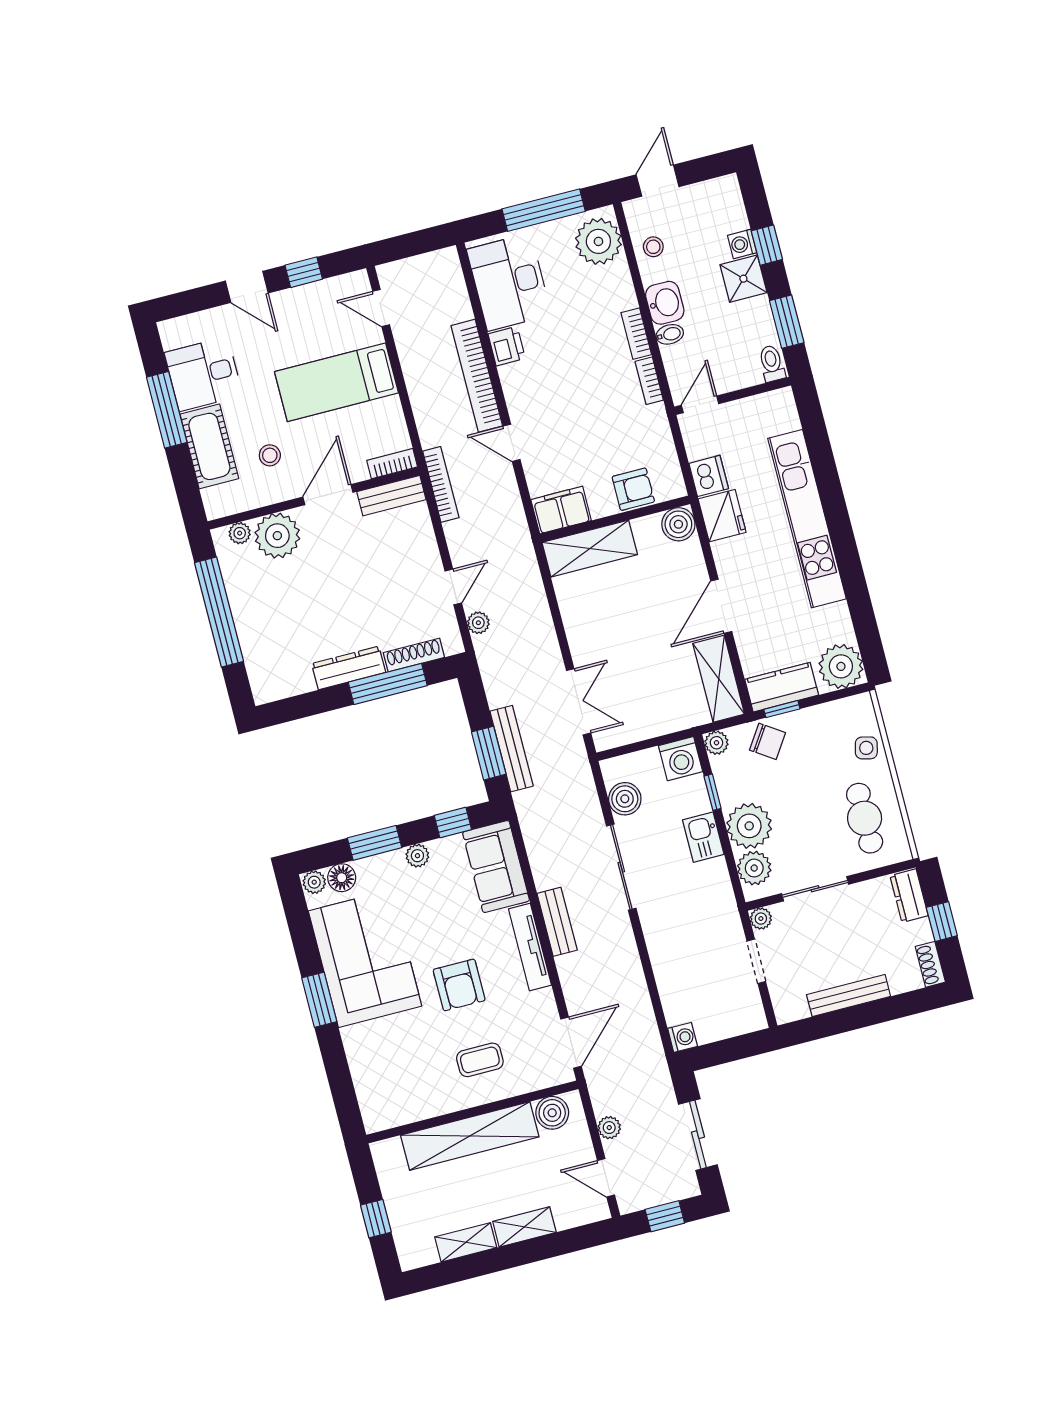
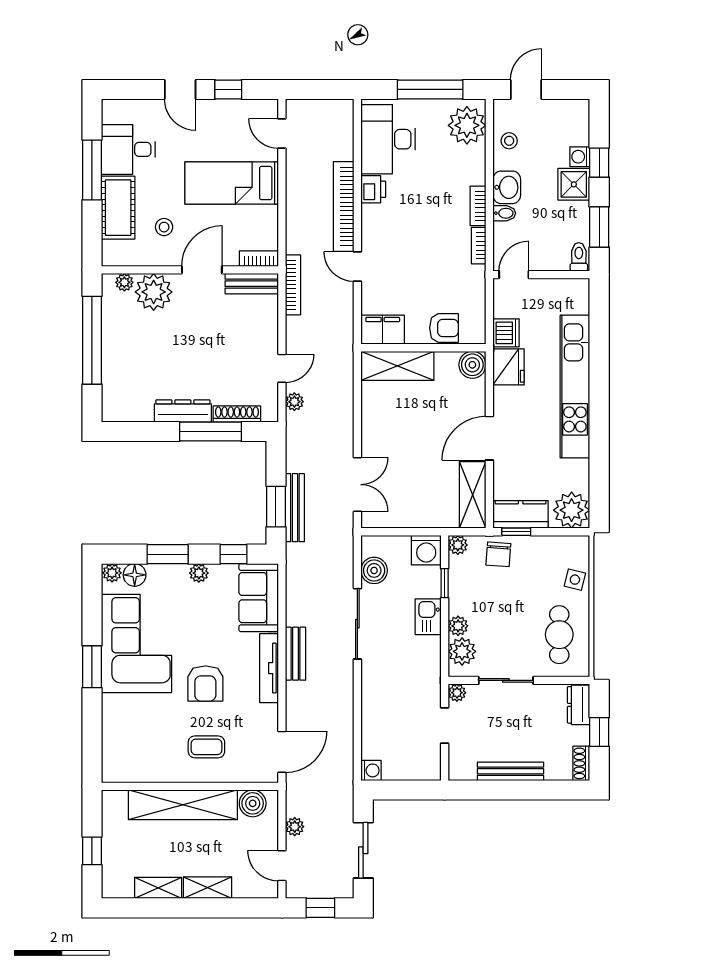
chair: (768, 741) -> (498, 554), turned 60
plant: (749, 826) -> (458, 626), width x0.53, depth x0.53

